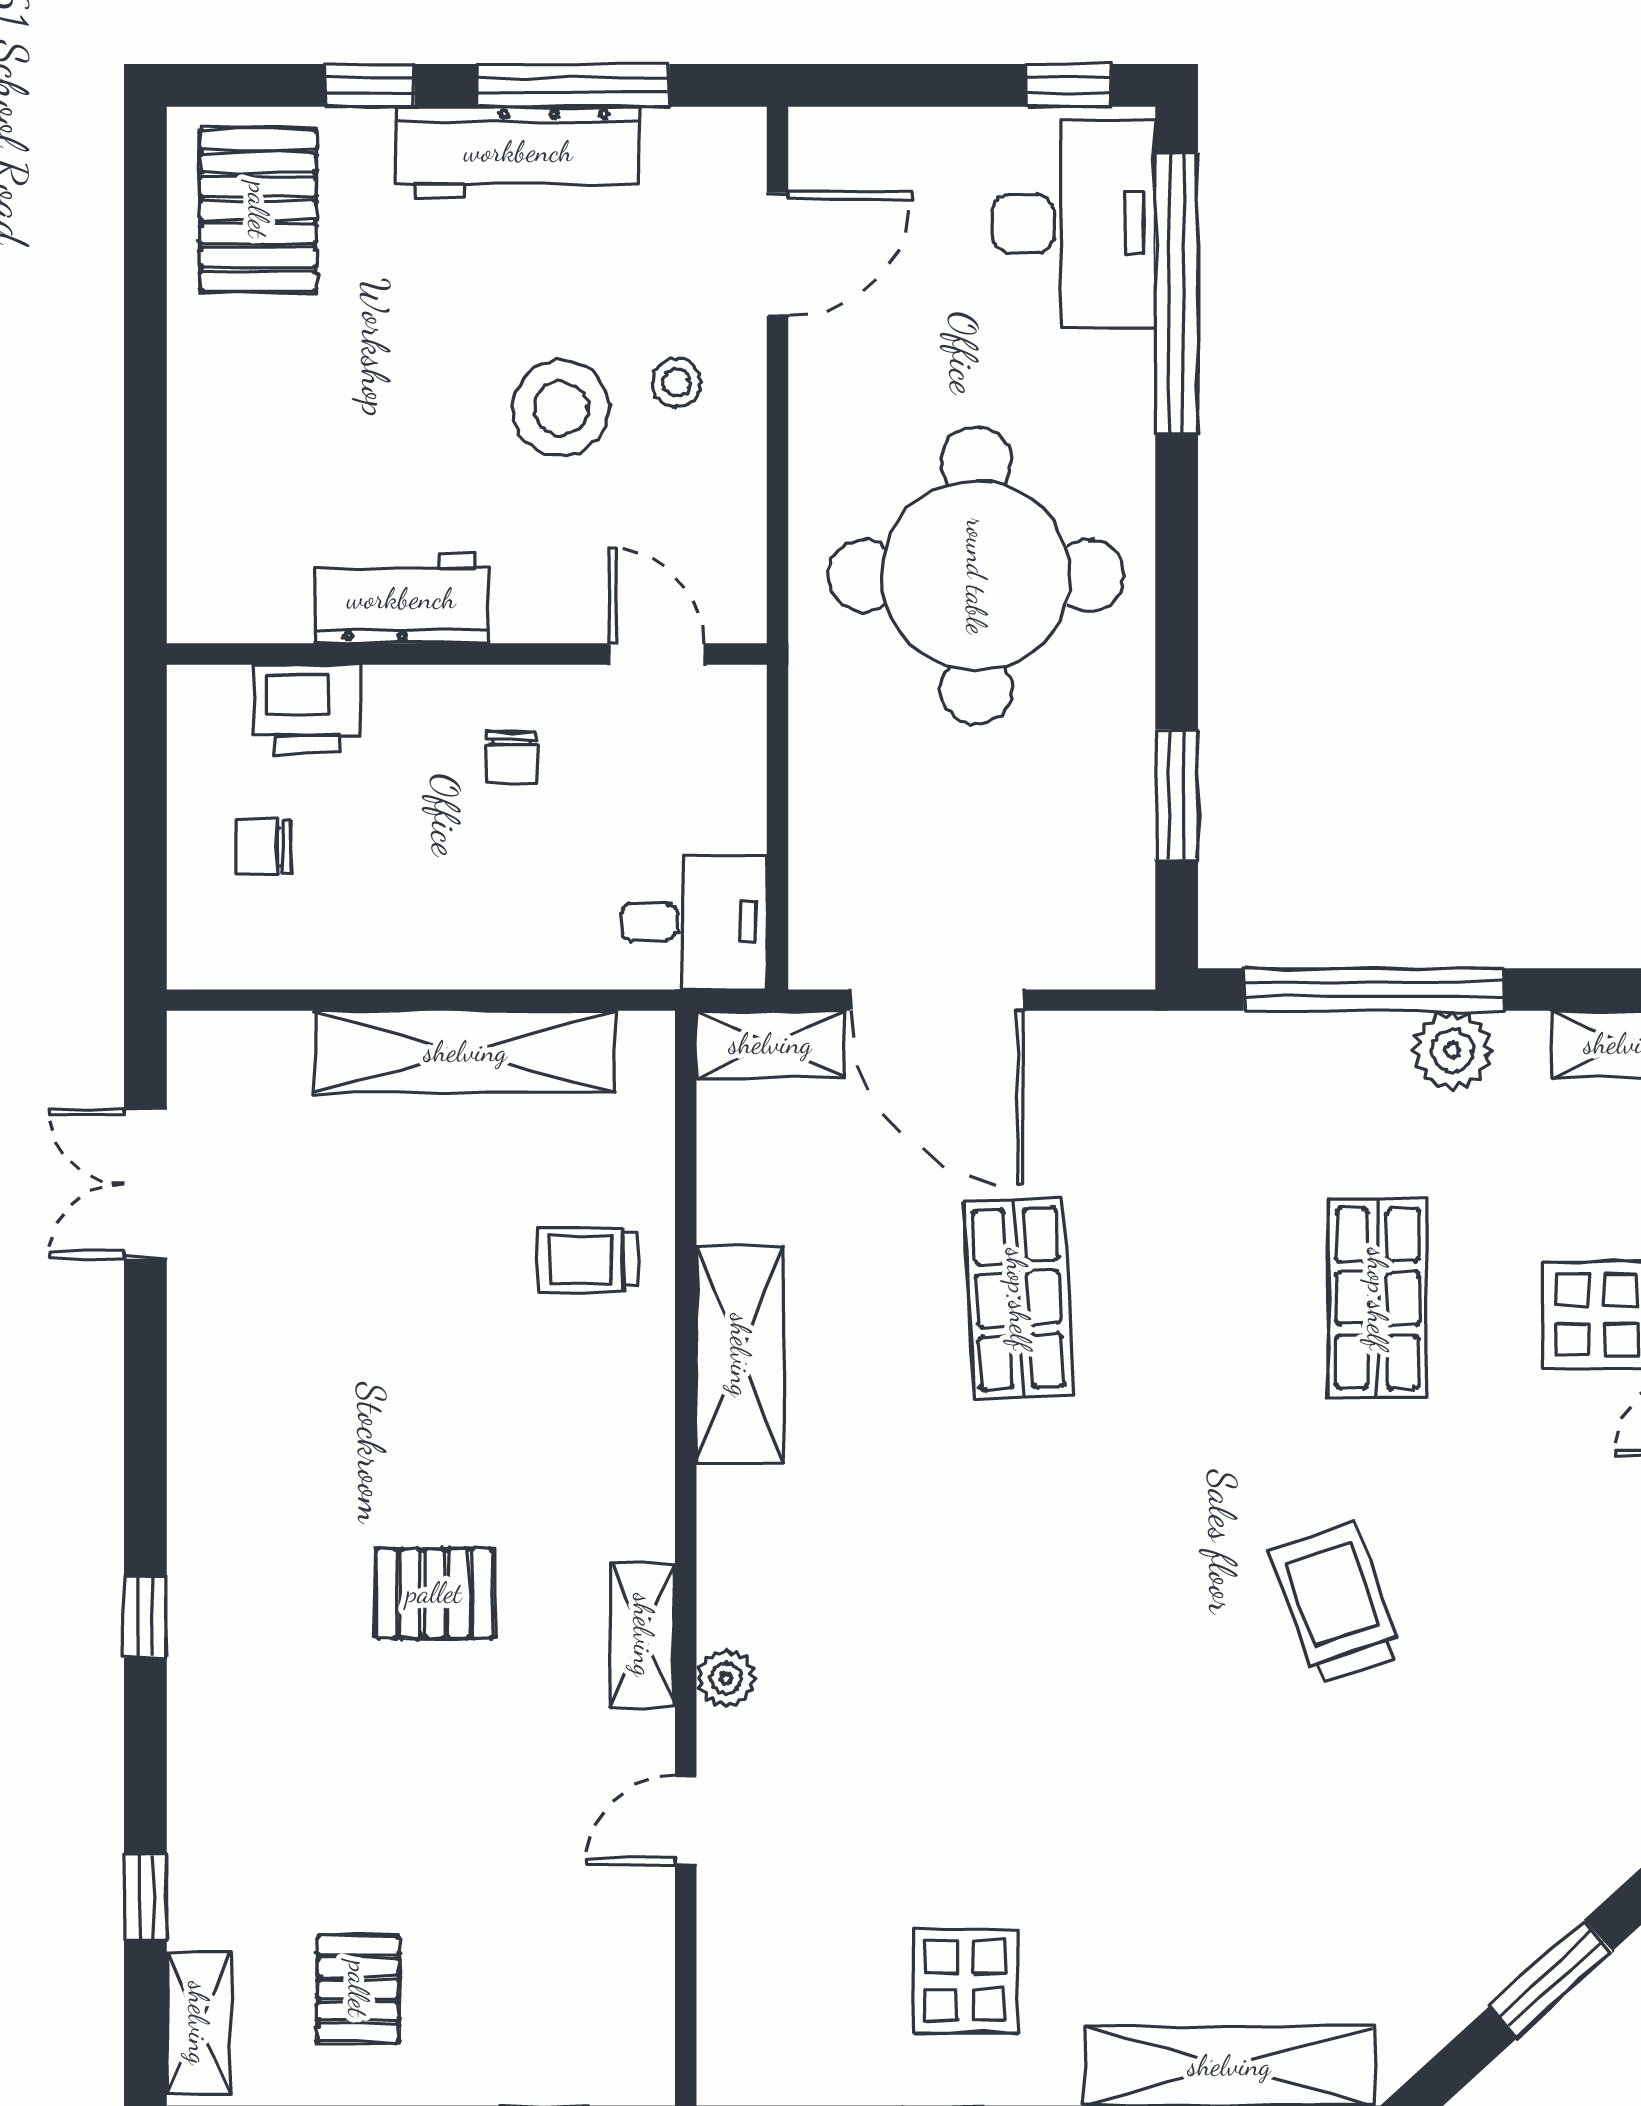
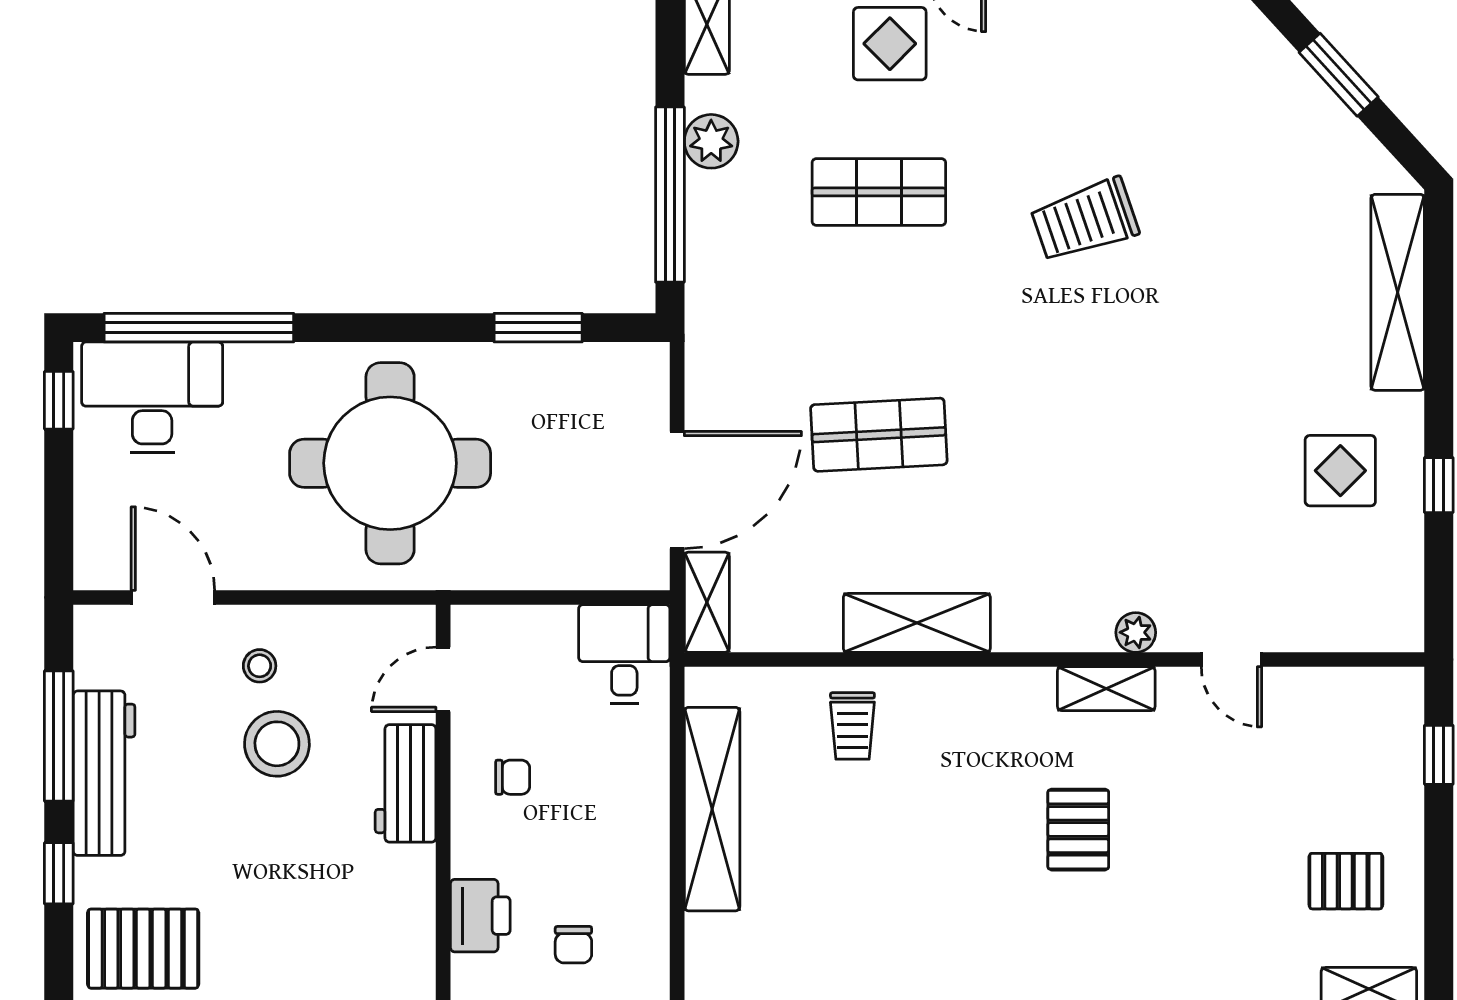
workbench: (401, 599) -> (406, 783), moved

